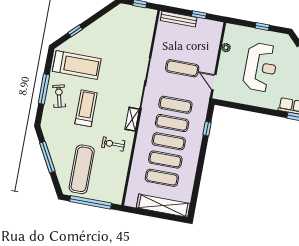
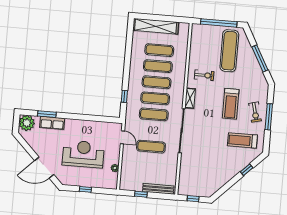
treadmill: (77, 65) -> (242, 140), width x0.73, depth x0.73
reception desk: (261, 67) -> (83, 154), turned 90

